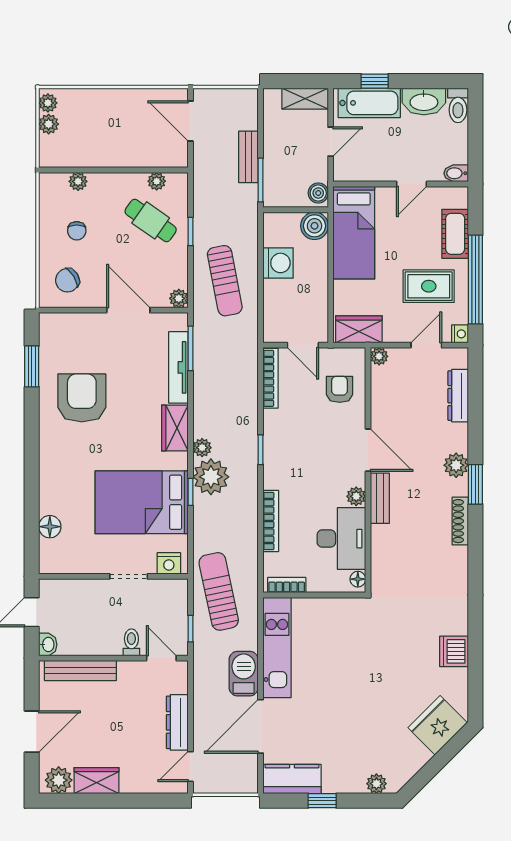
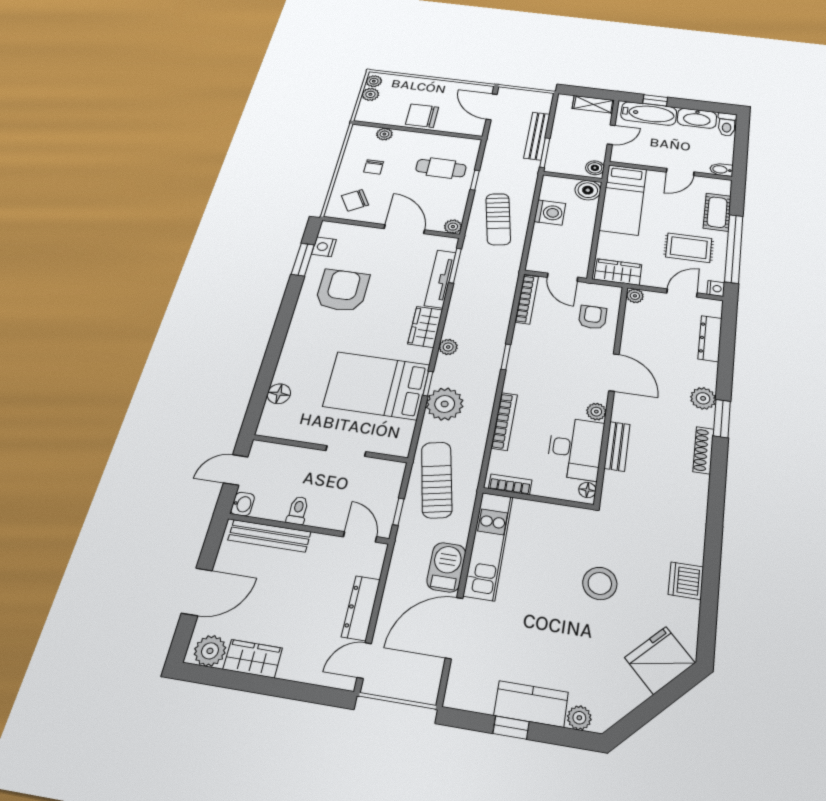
chair: (114, 147) -> (422, 116), added
bench: (248, 157) -> (537, 136), width x1.36
plant: (157, 181) -> (453, 142), removed
cafe table: (151, 220) -> (441, 168), turned -35
plant: (211, 477) -> (445, 404), moved
bench: (380, 498) -> (617, 446), moved
nightstand: (169, 563) -> (324, 247), moved, turned 90
toilet: (131, 642) -> (298, 510), moved
stool: (380, 666) -> (600, 583), added
kitchen counter: (292, 779) -> (531, 704), moved

